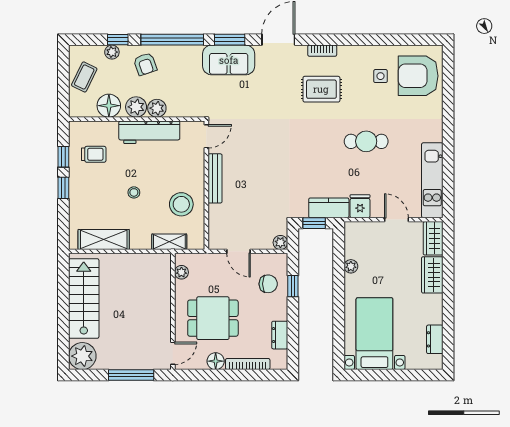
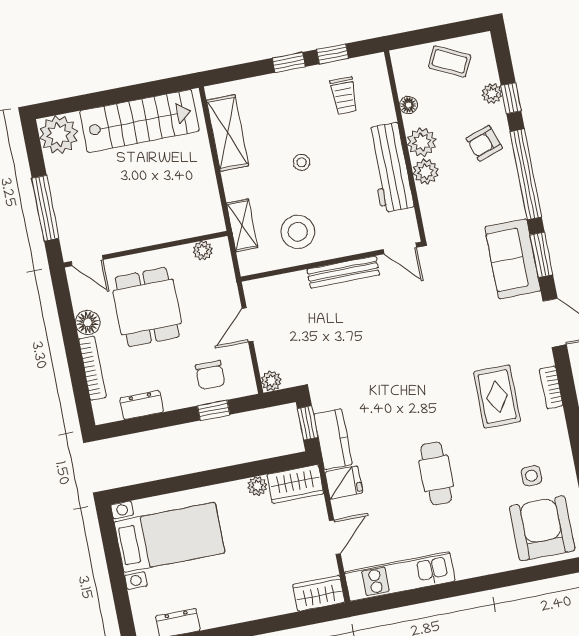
floor lamp: (109, 106) -> (408, 105), width x0.53, depth x0.53
wardrobe: (432, 275) -> (295, 484), moved, turned 180

